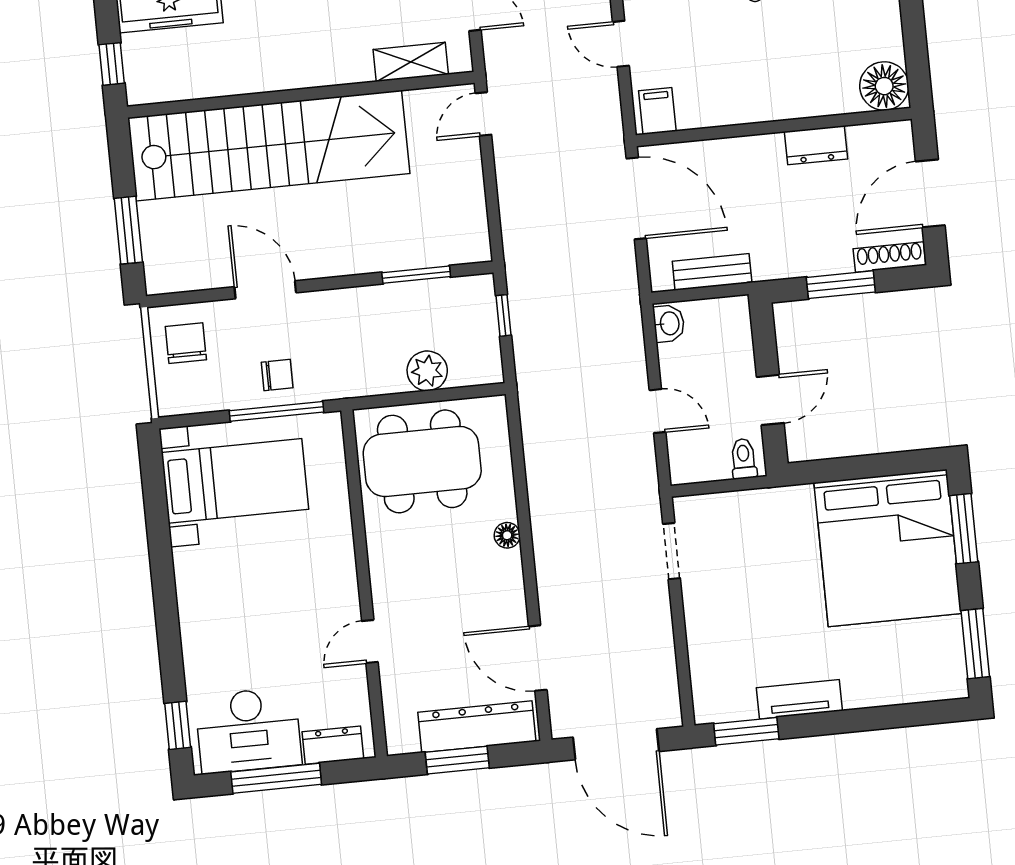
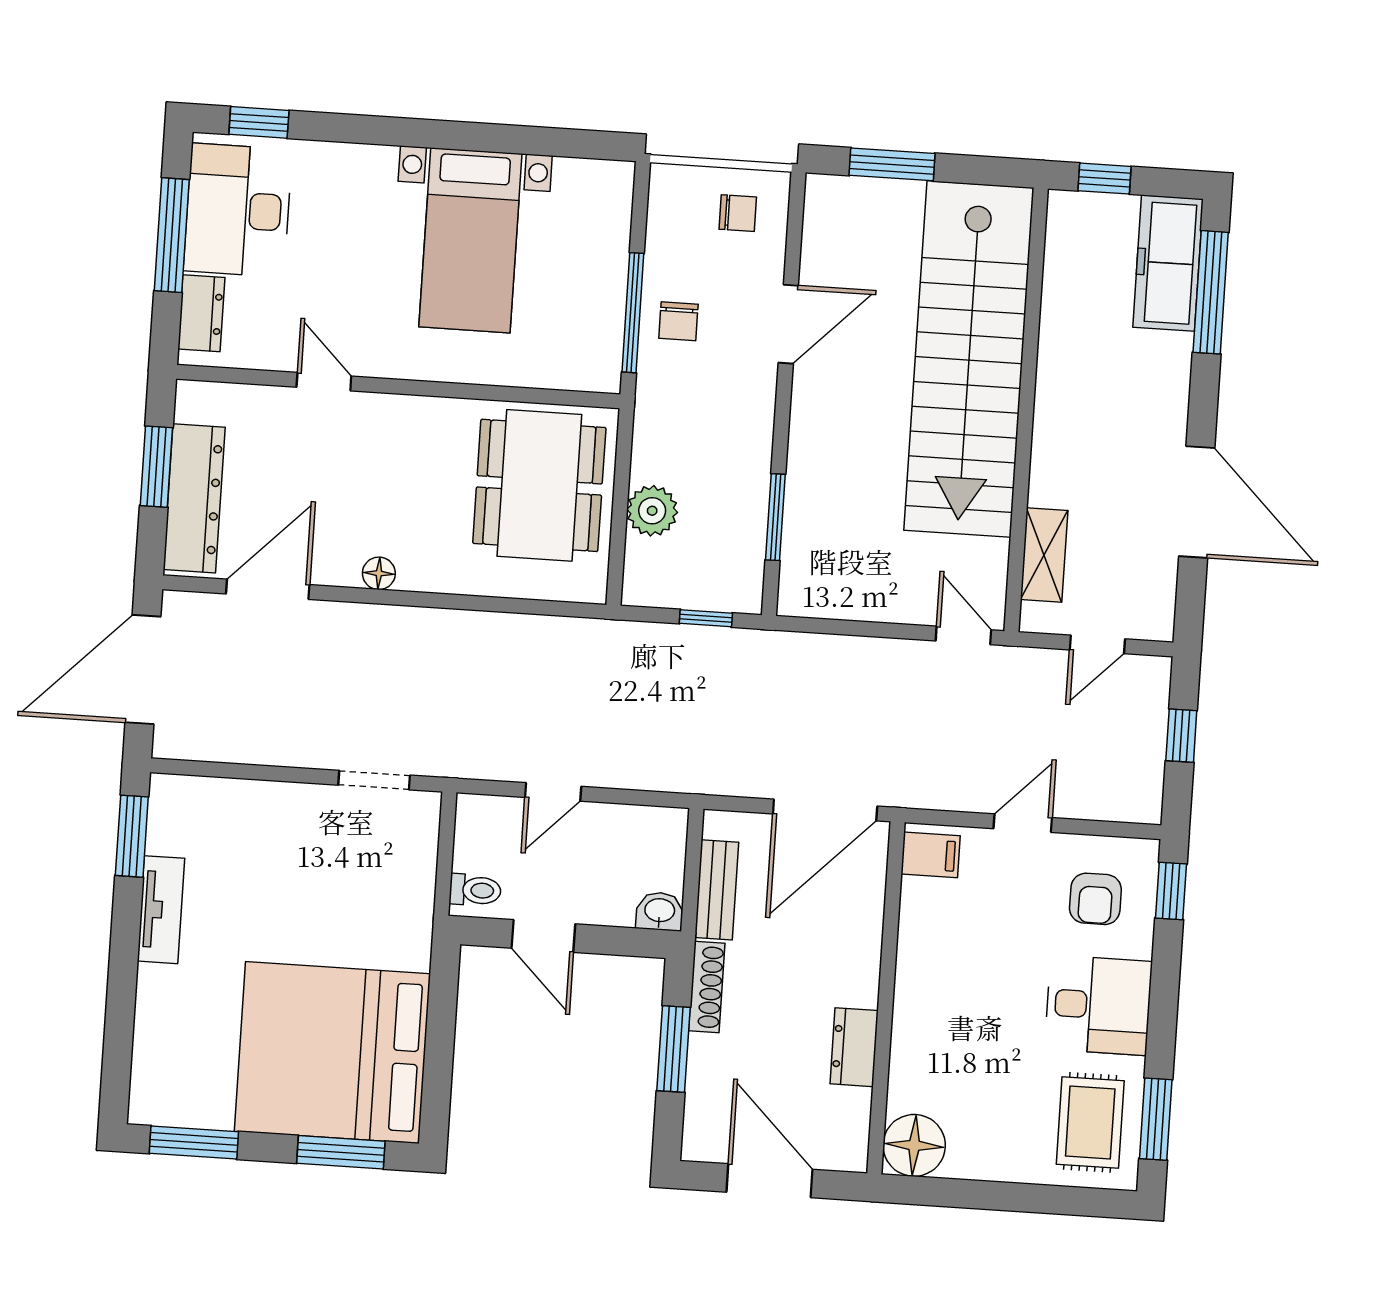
shoe rack: (889, 257) -> (707, 987), moved
washbasin: (669, 323) -> (660, 911), moved, turned 180
chair: (186, 343) -> (738, 213), width x0.73, depth x0.73
bed with nightstands: (235, 481) -> (470, 240), moved
floor lamp: (507, 535) -> (379, 573), moved

